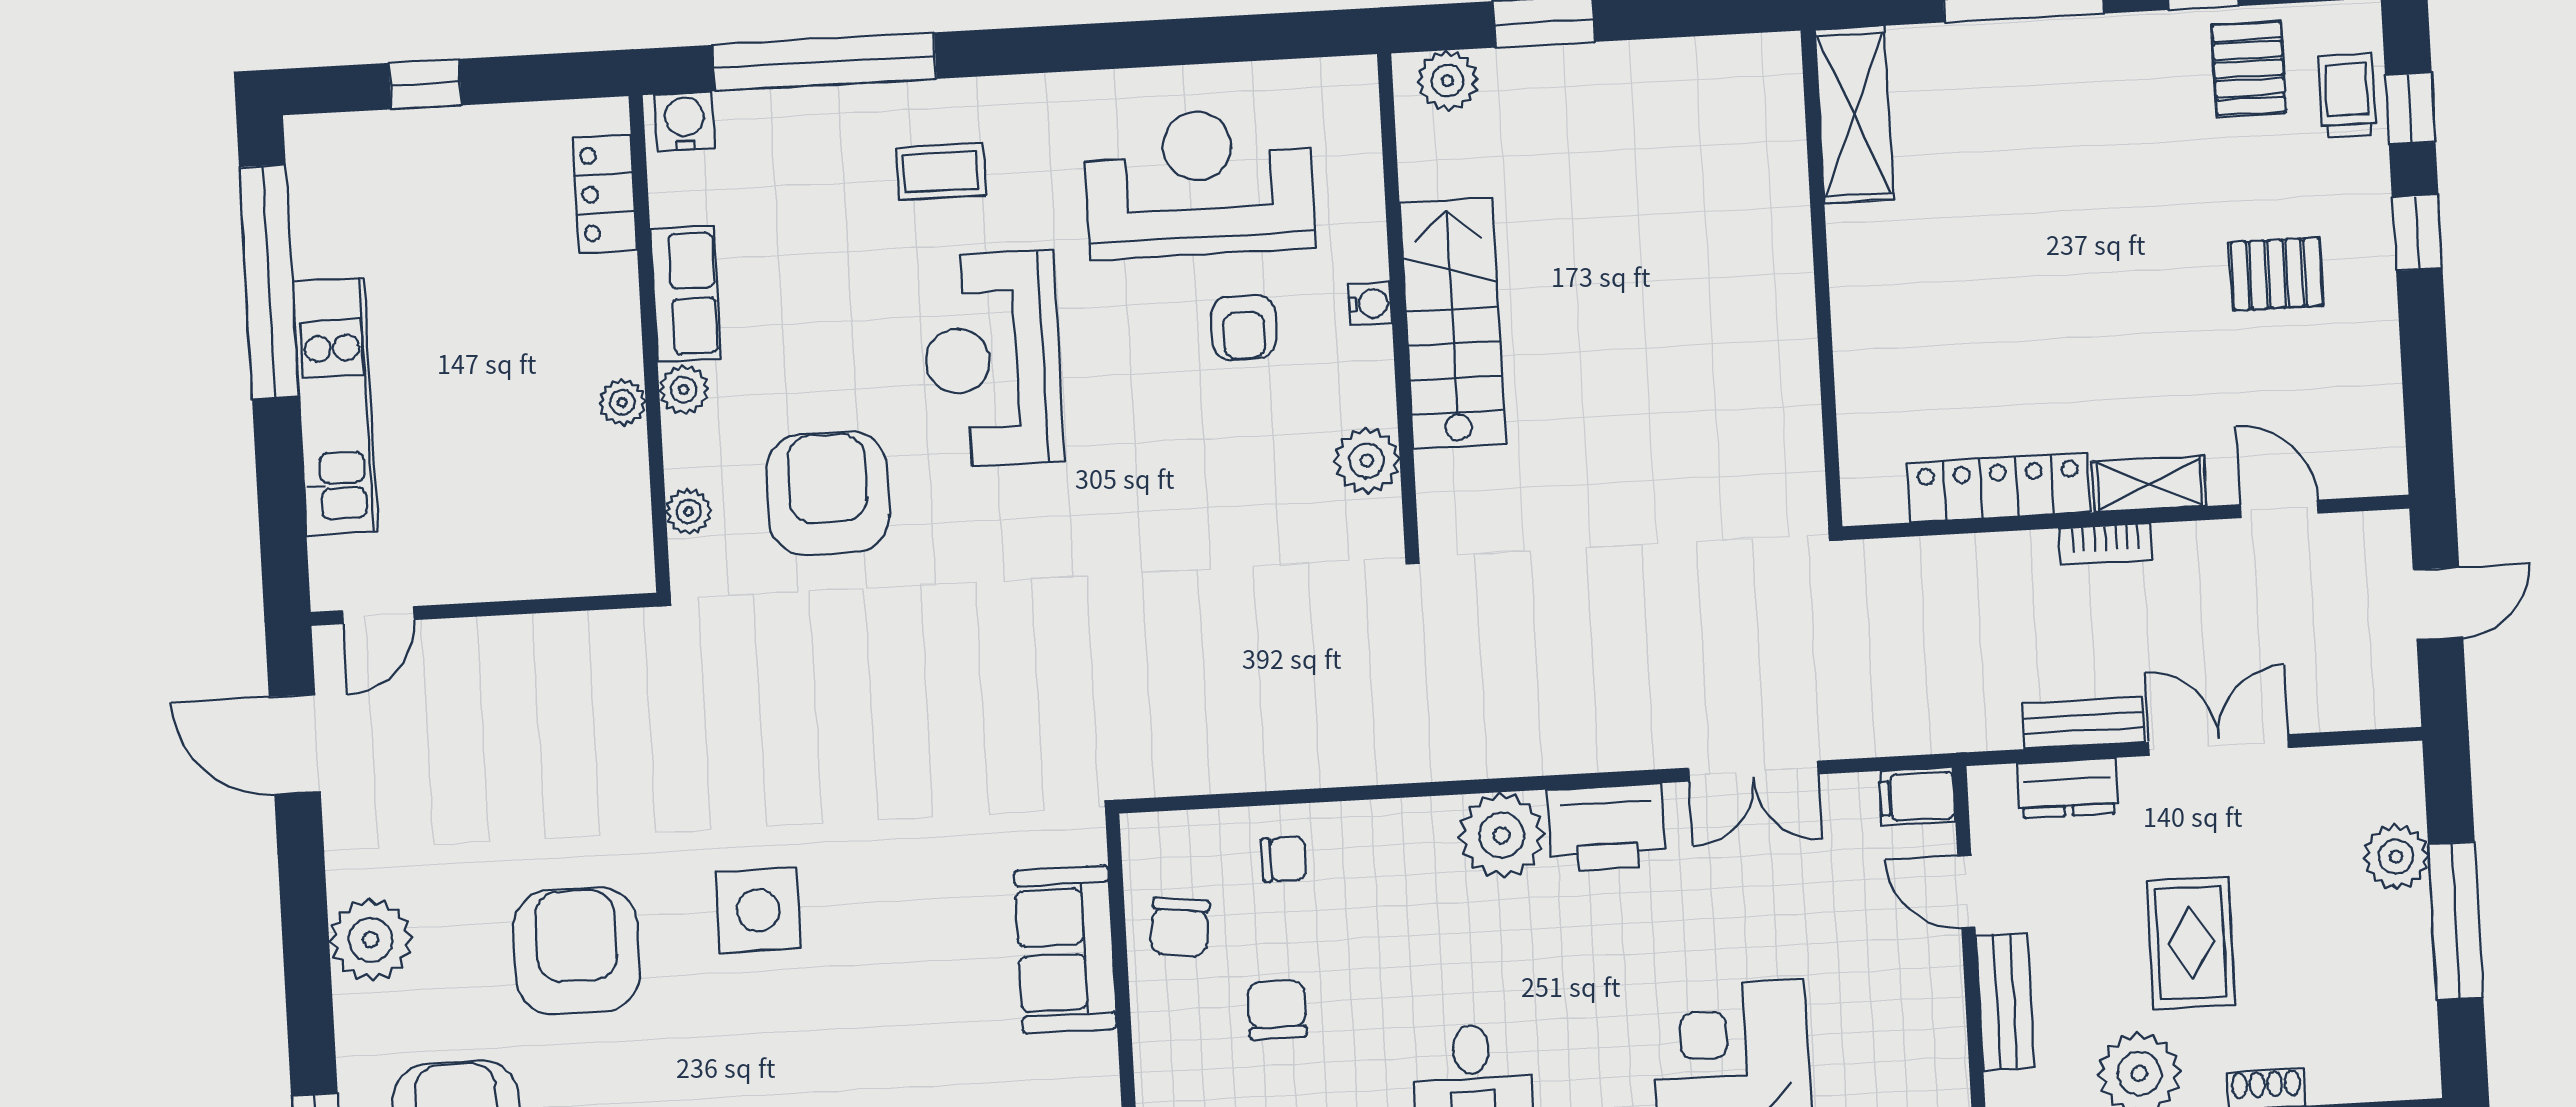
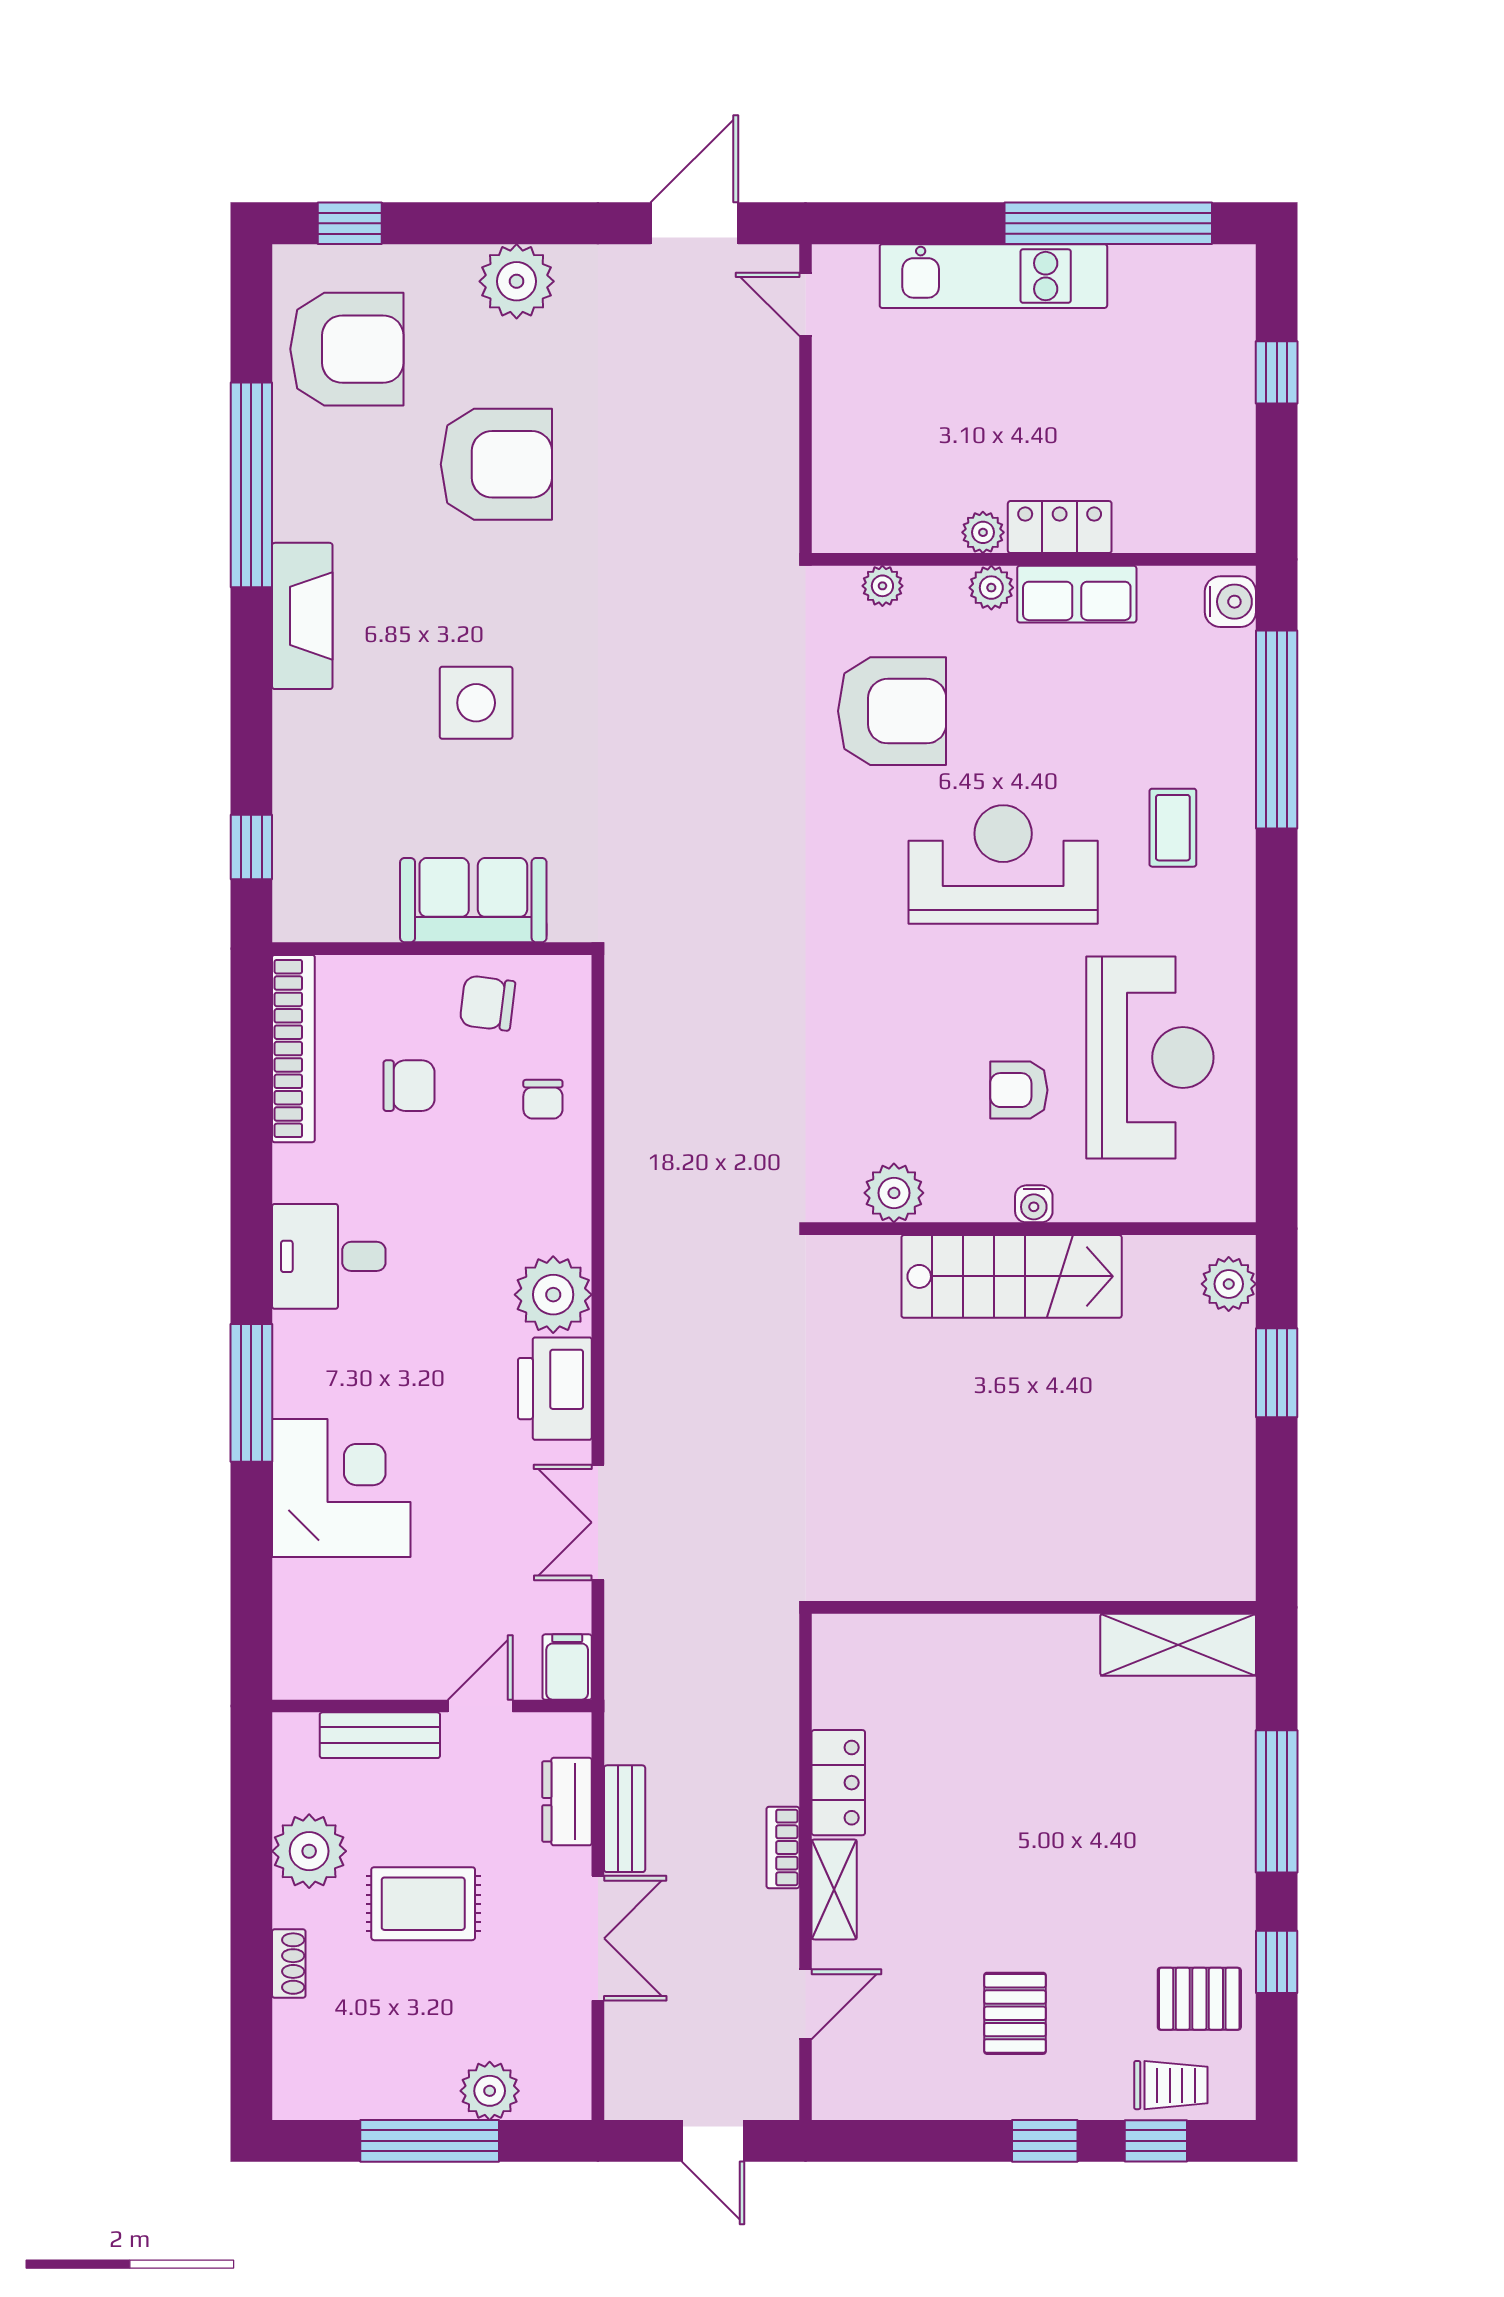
locker: (605, 194) -> (1060, 527), moved
locker: (1999, 488) -> (838, 1783), width x0.66
side table: (758, 910) -> (476, 703), moved

